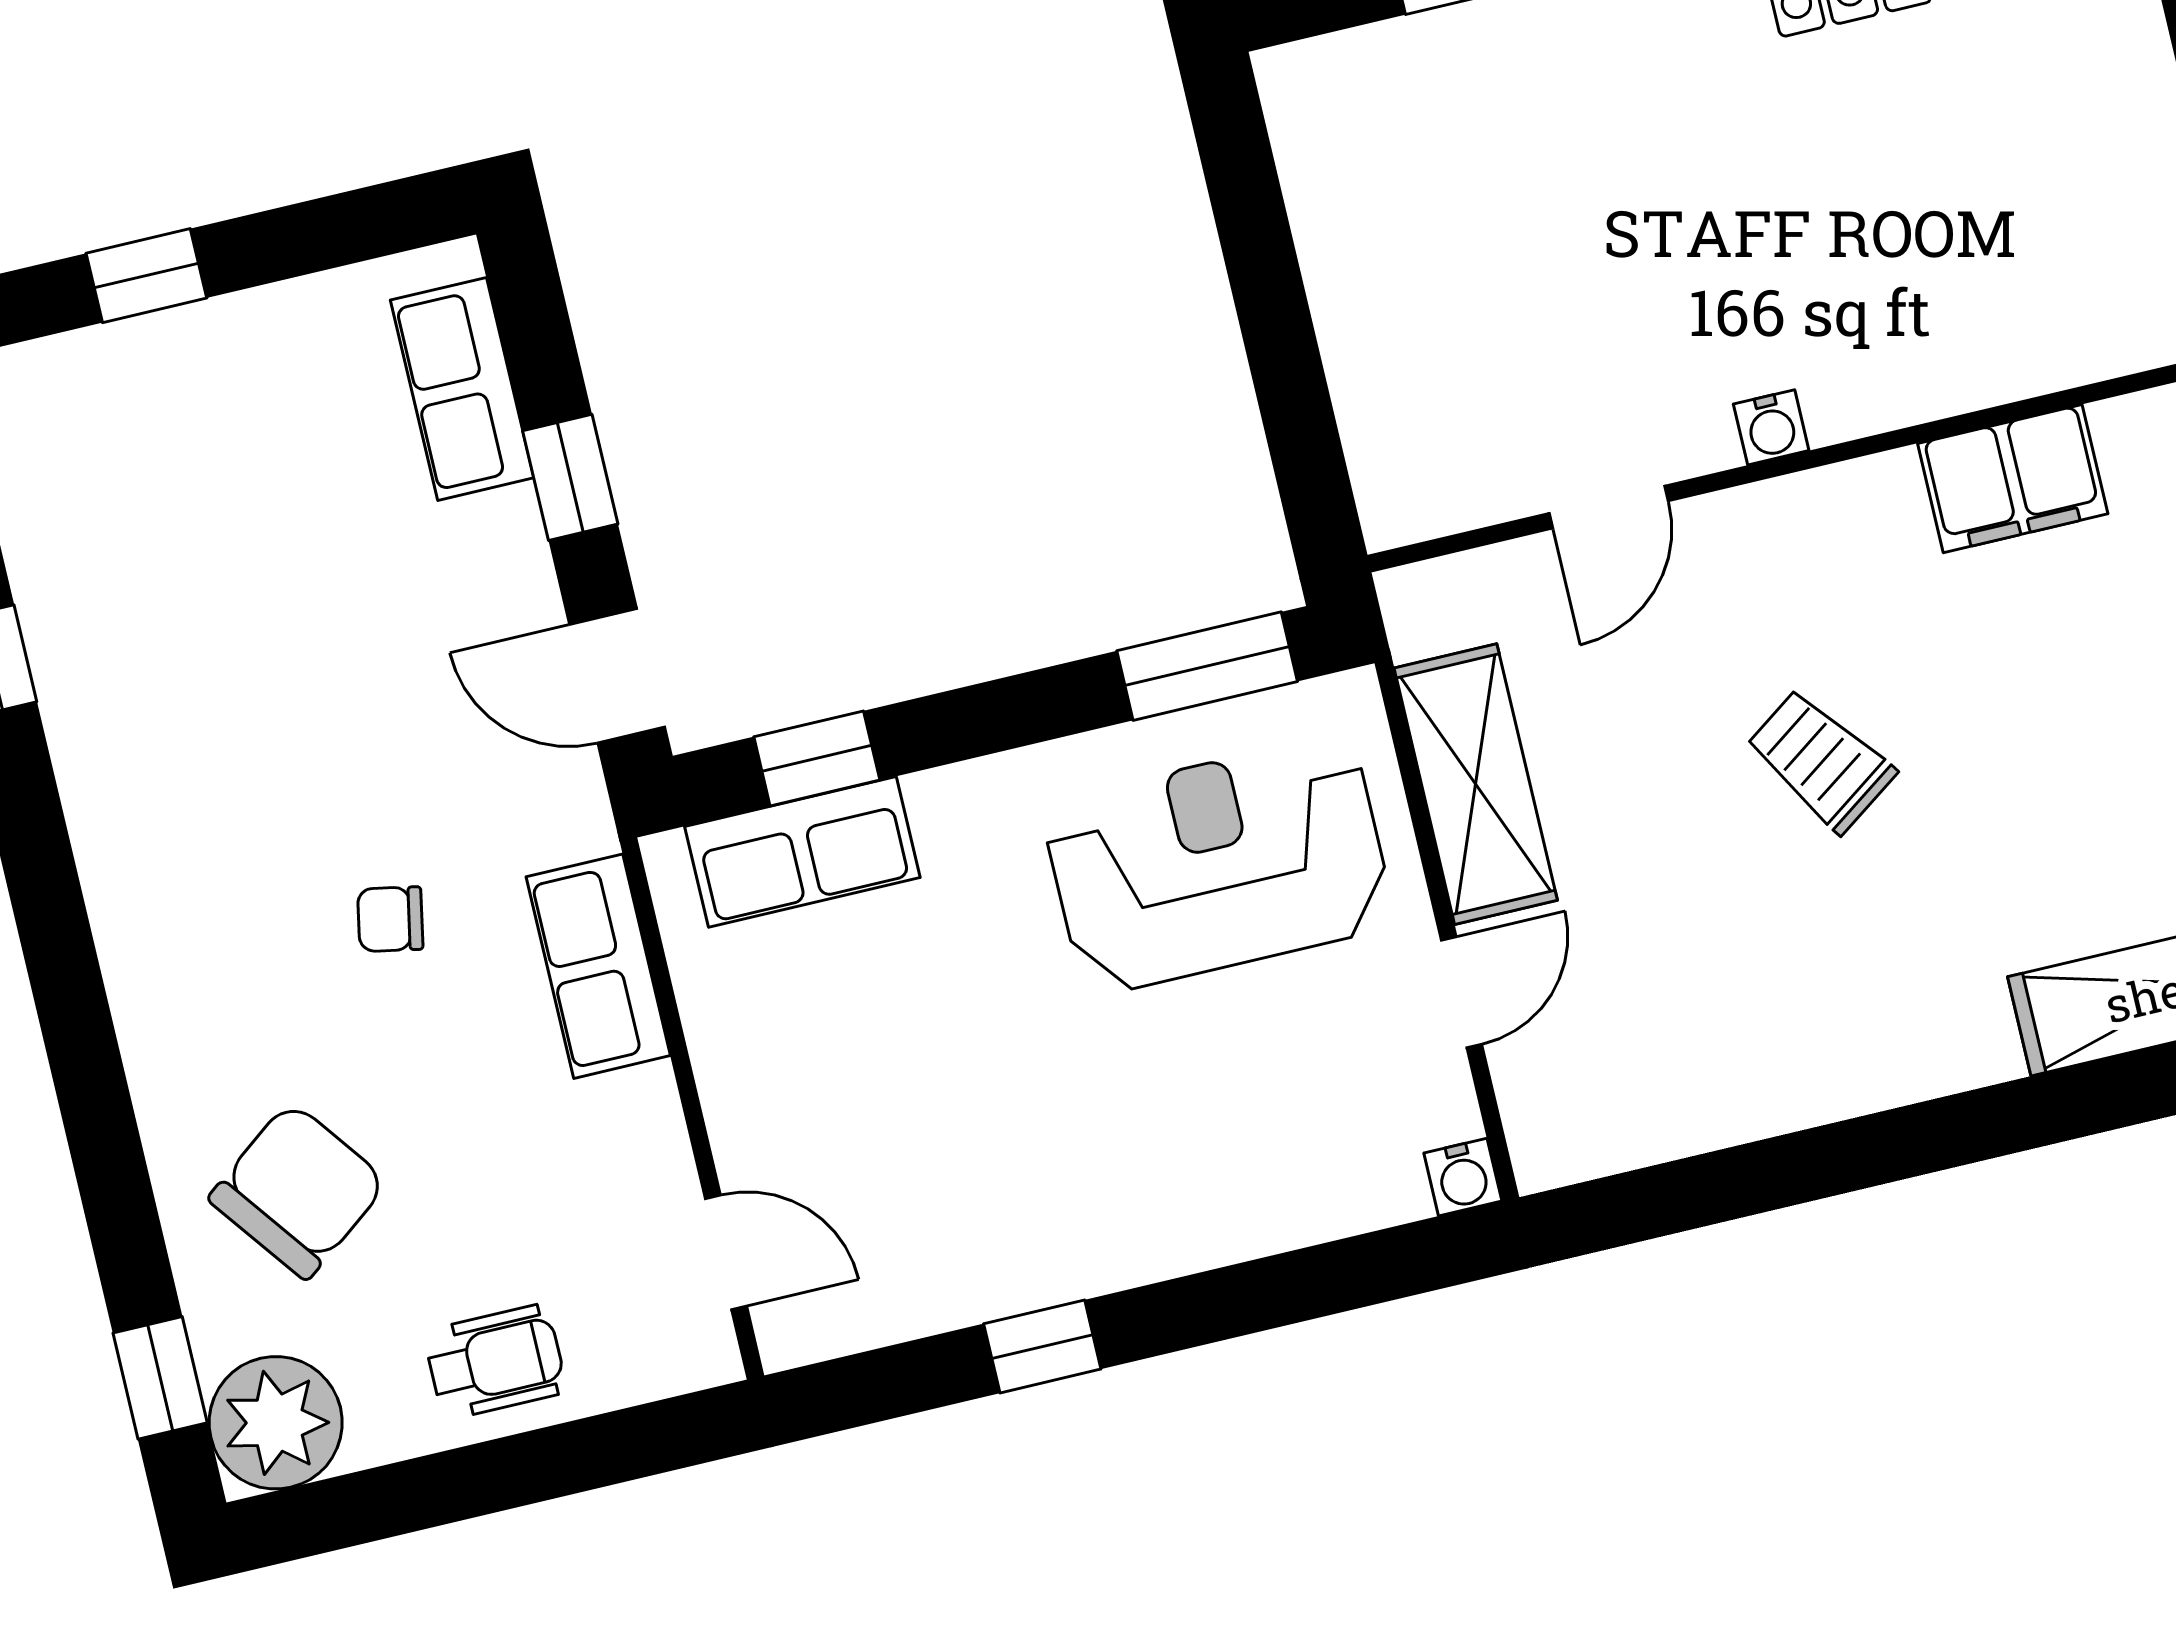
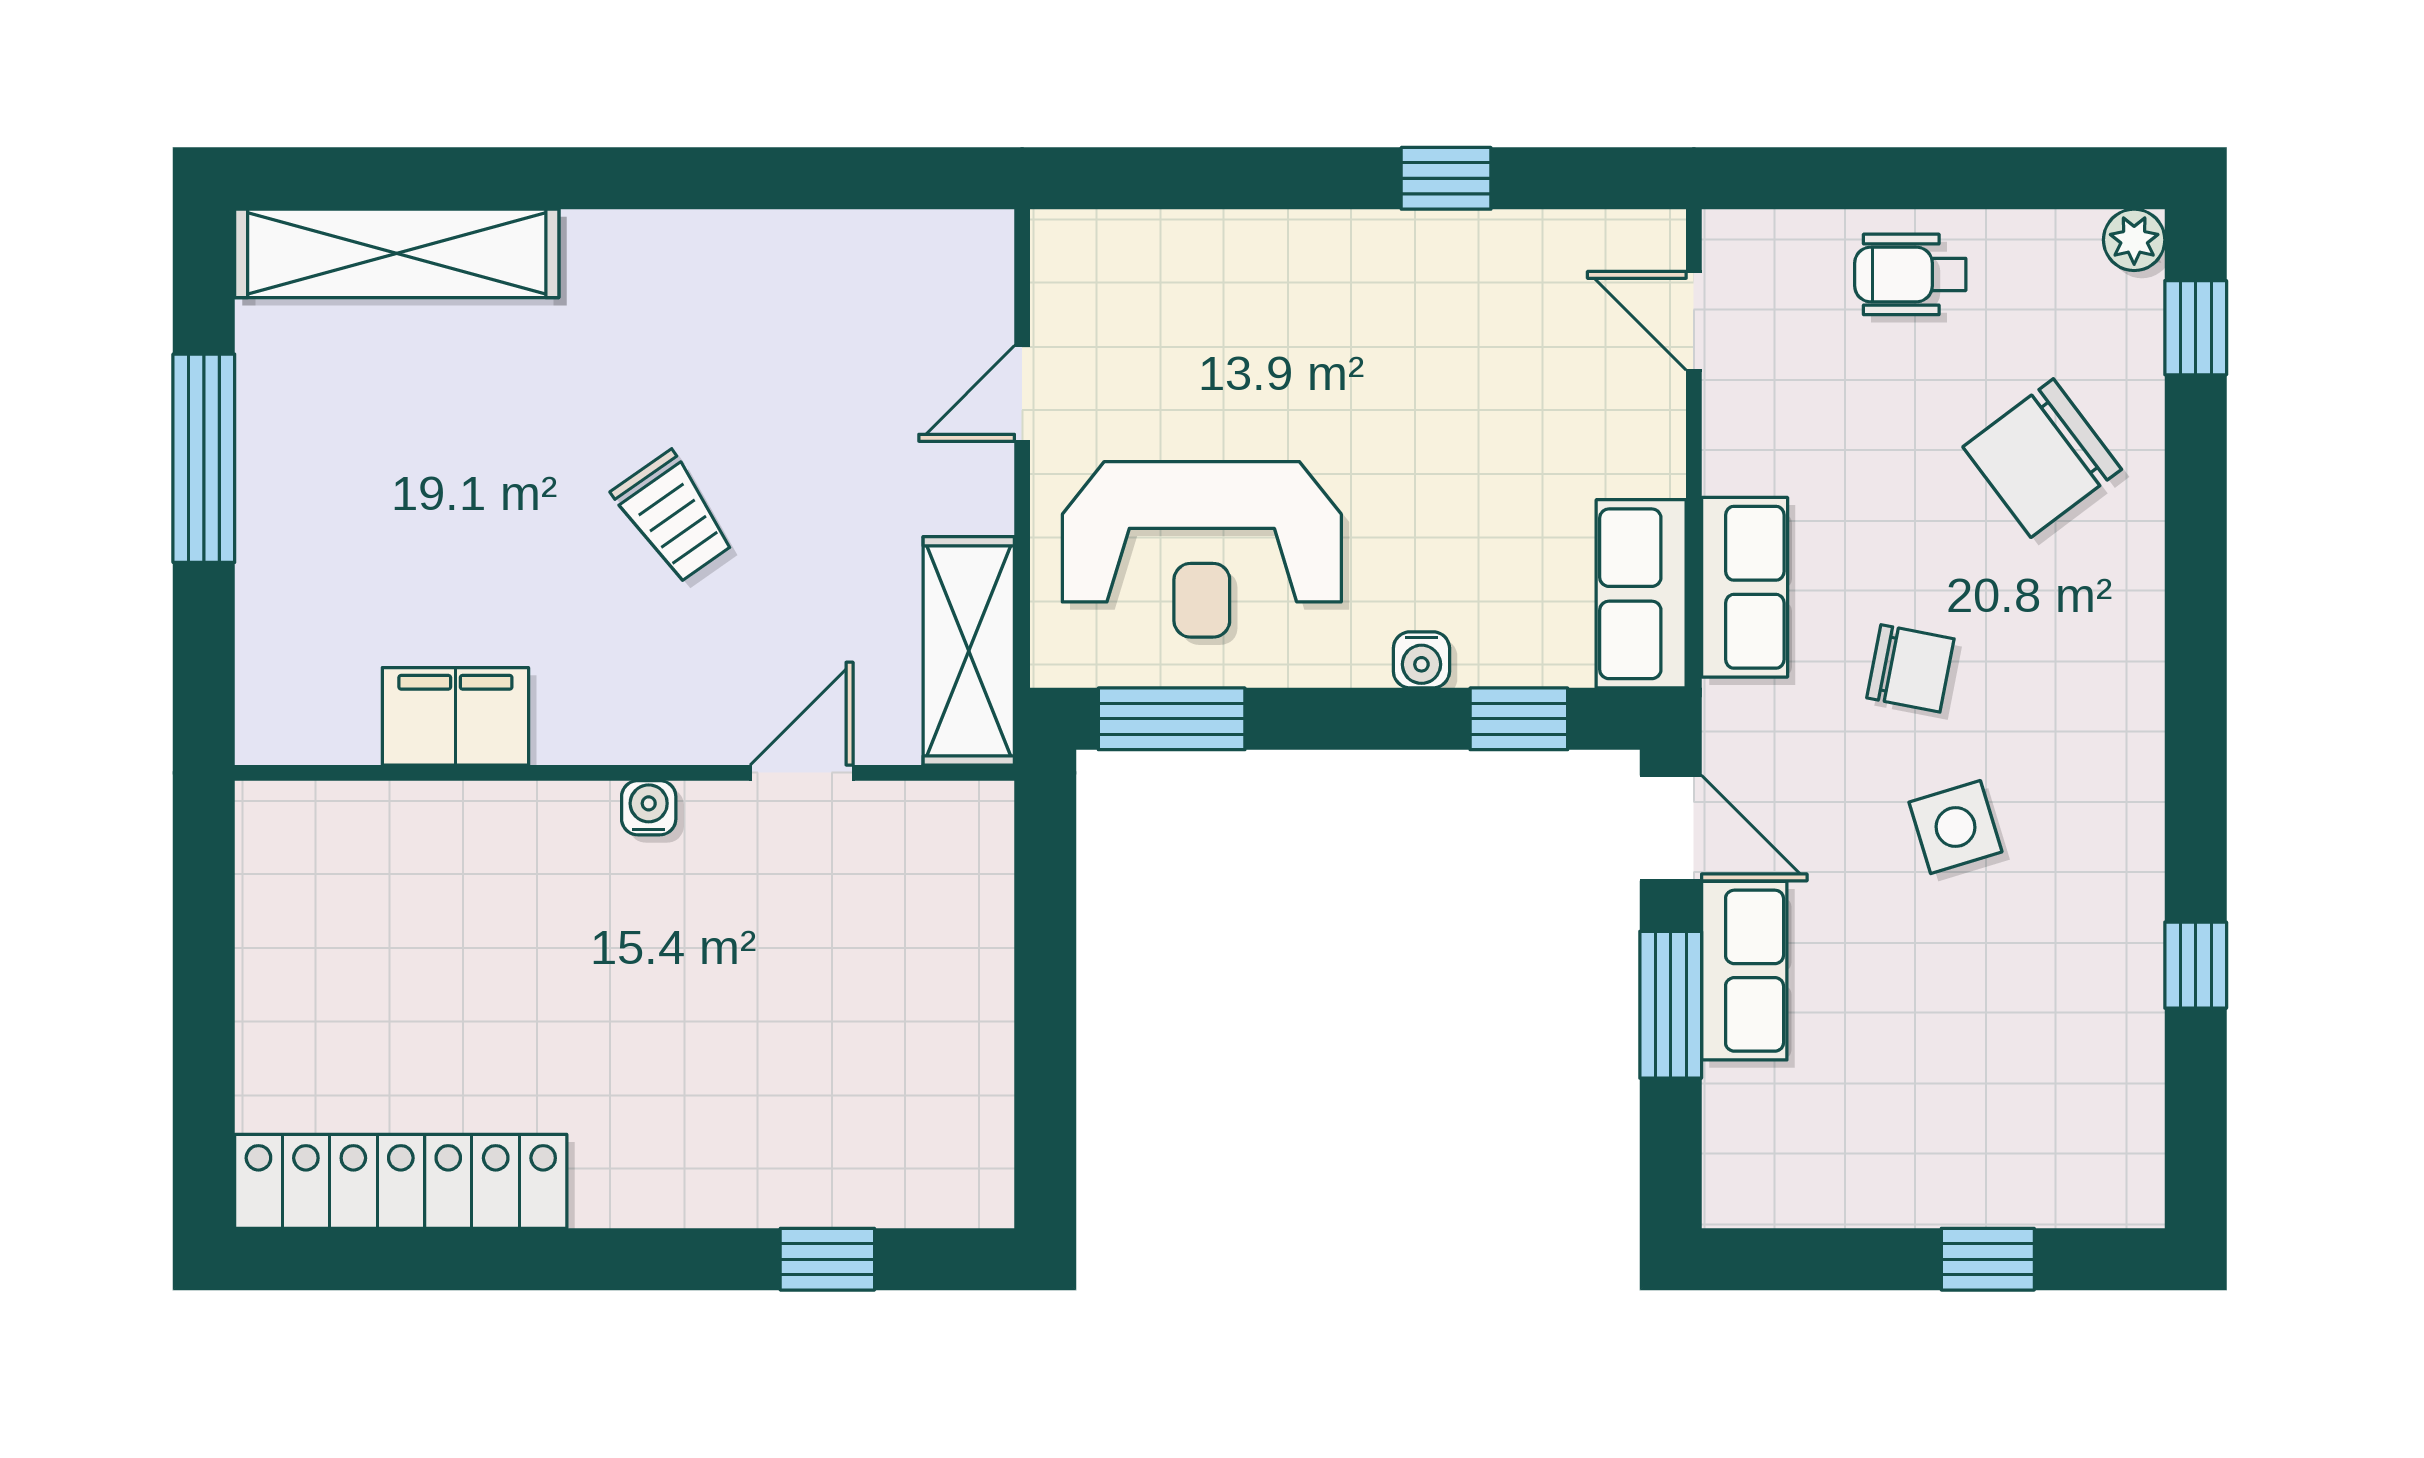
row of seats: (462, 389) -> (1744, 971), moved
window: (570, 477) -> (1671, 1005), width x1.50
side table: (297, 753) -> (1955, 827), added
shelving: (1476, 784) -> (969, 651), moved
row of seats: (802, 852) -> (1641, 594), moved, turned -90
chair: (390, 919) -> (1910, 668), width x1.37, depth x1.37
water cooler: (1463, 1177) -> (1421, 660), moved, turned 180
plant: (276, 1423) -> (2134, 240), width x0.53, depth x0.53

